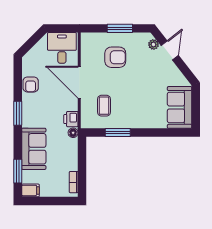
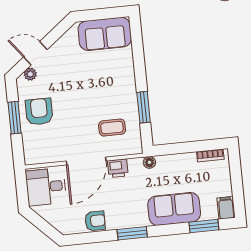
armchair: (115, 57) -> (39, 112), moved
printer: (71, 119) -> (118, 168), moved

